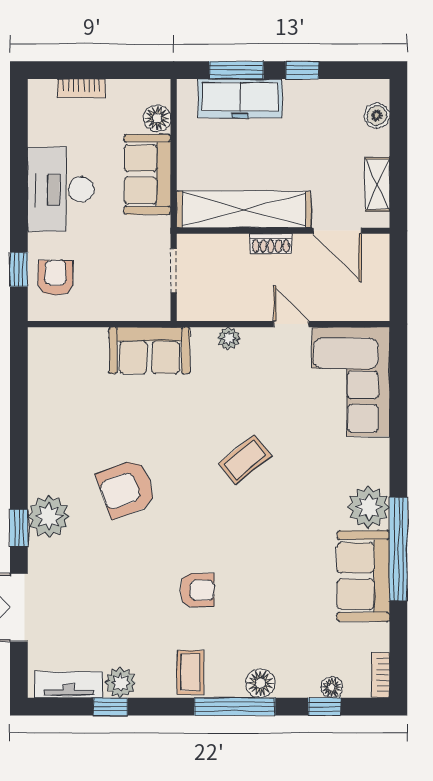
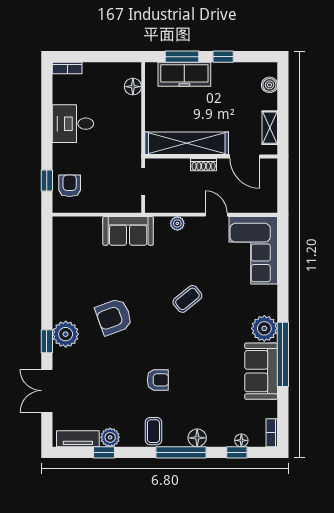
bookcase: (81, 88) -> (67, 68), moved
sofa: (147, 174) -> (127, 121), removed
desk: (61, 189) -> (73, 124), width x0.73

